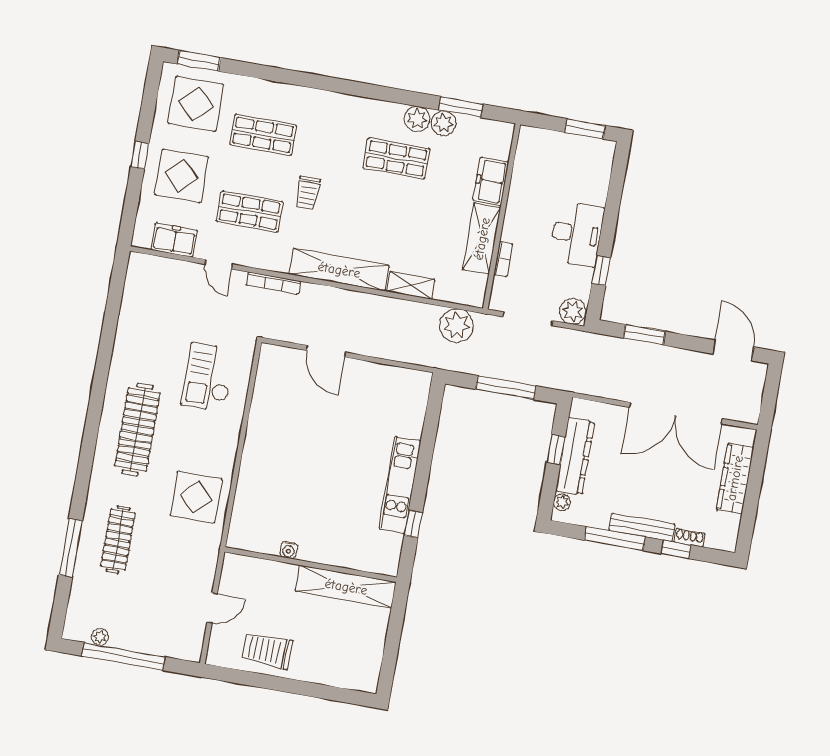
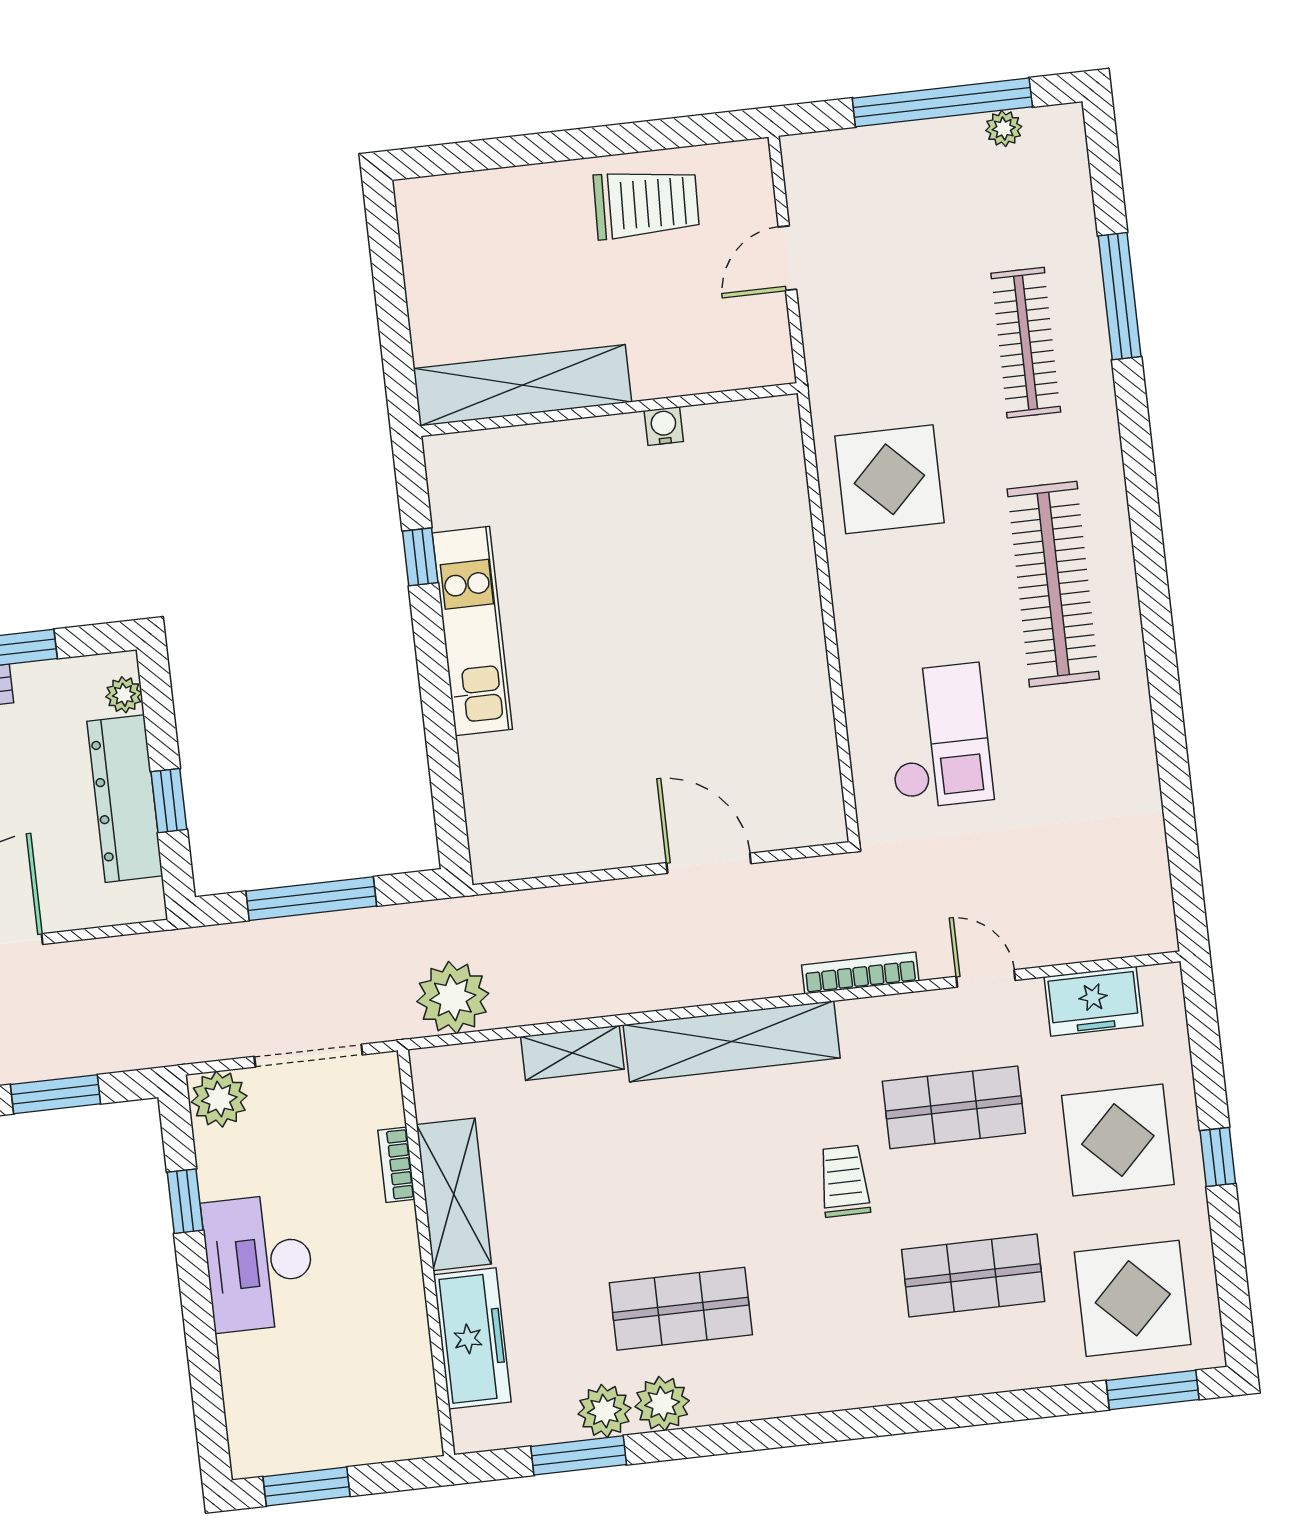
freezer: (491, 181) -> (472, 1338), width x1.40

